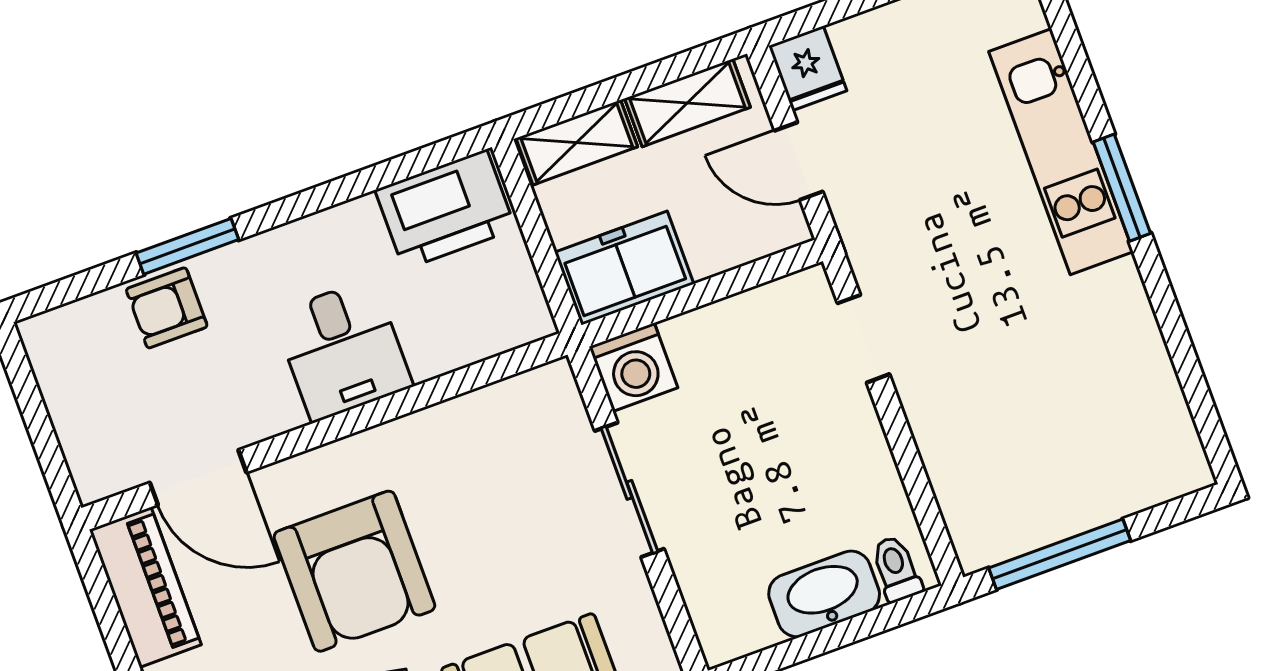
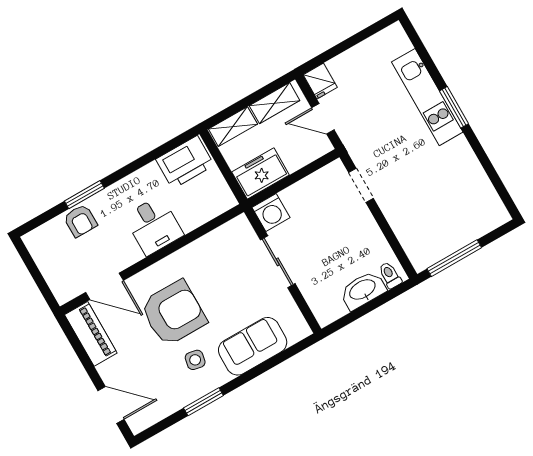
armchair: (167, 308) -> (80, 221), turned -90
armchair: (354, 571) -> (173, 313), turned -90

